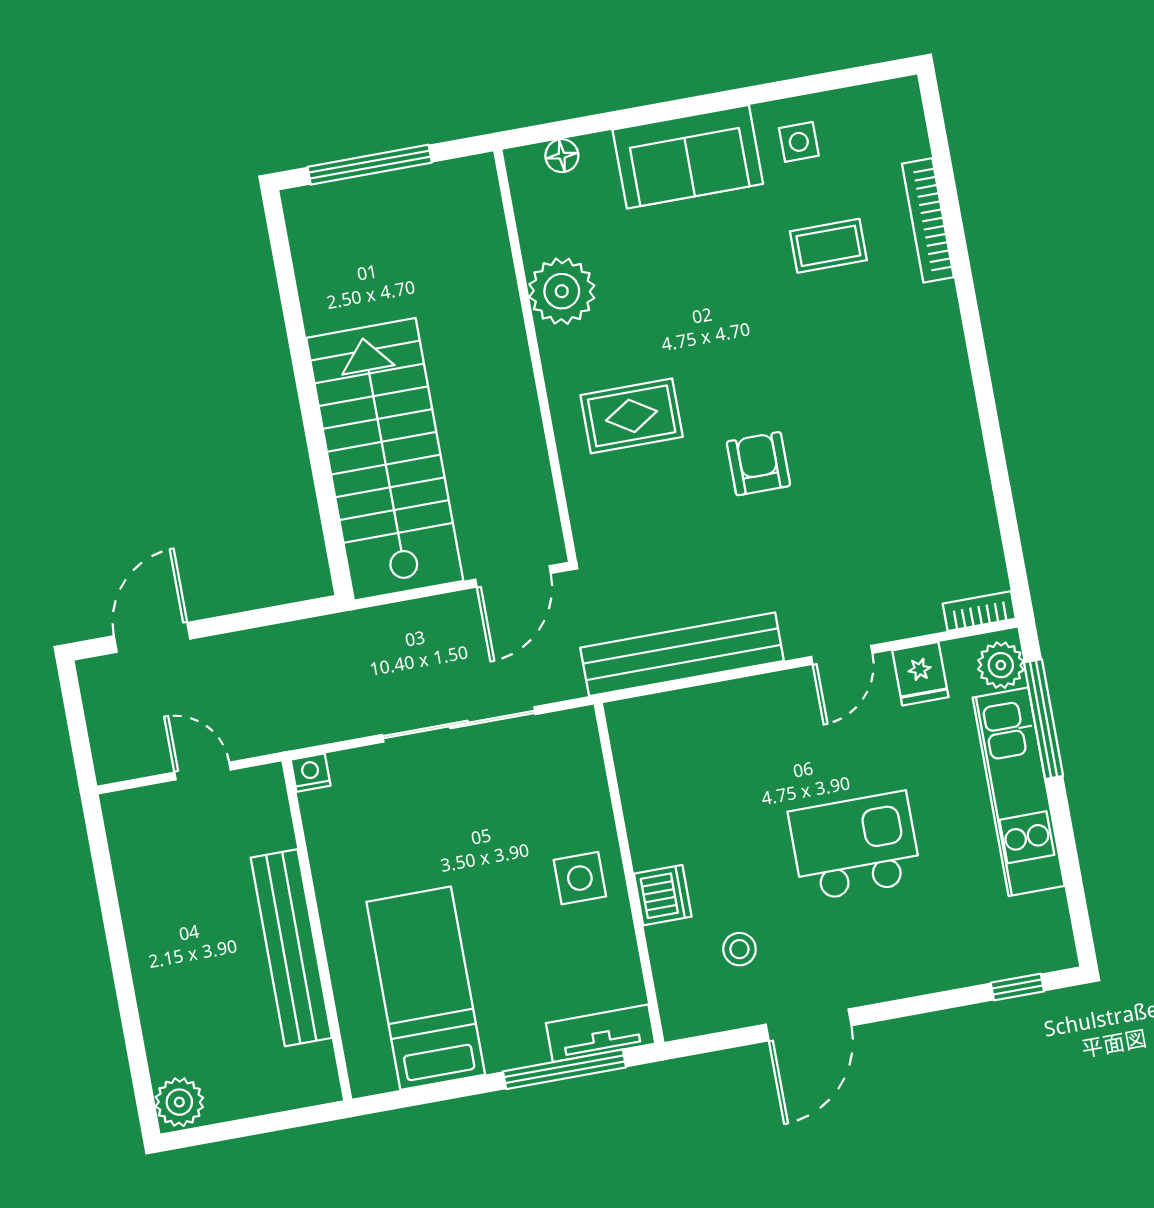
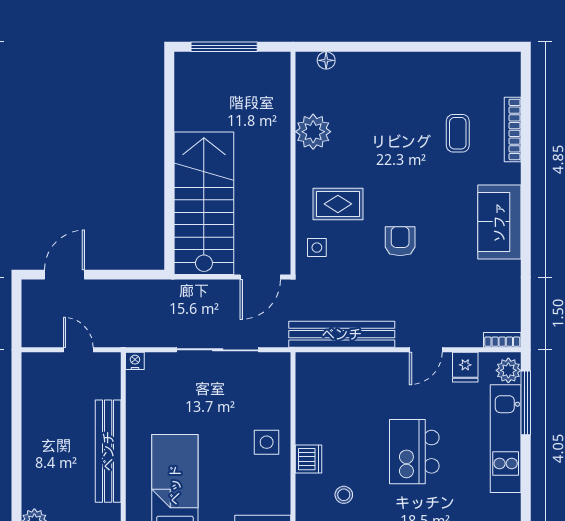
side table: (799, 142) -> (317, 248), moved
sofa: (688, 157) -> (499, 222), moved, turned 90
coffee table: (828, 246) -> (458, 133), turned 90
kitchen island: (855, 846) -> (414, 452), turned -90

